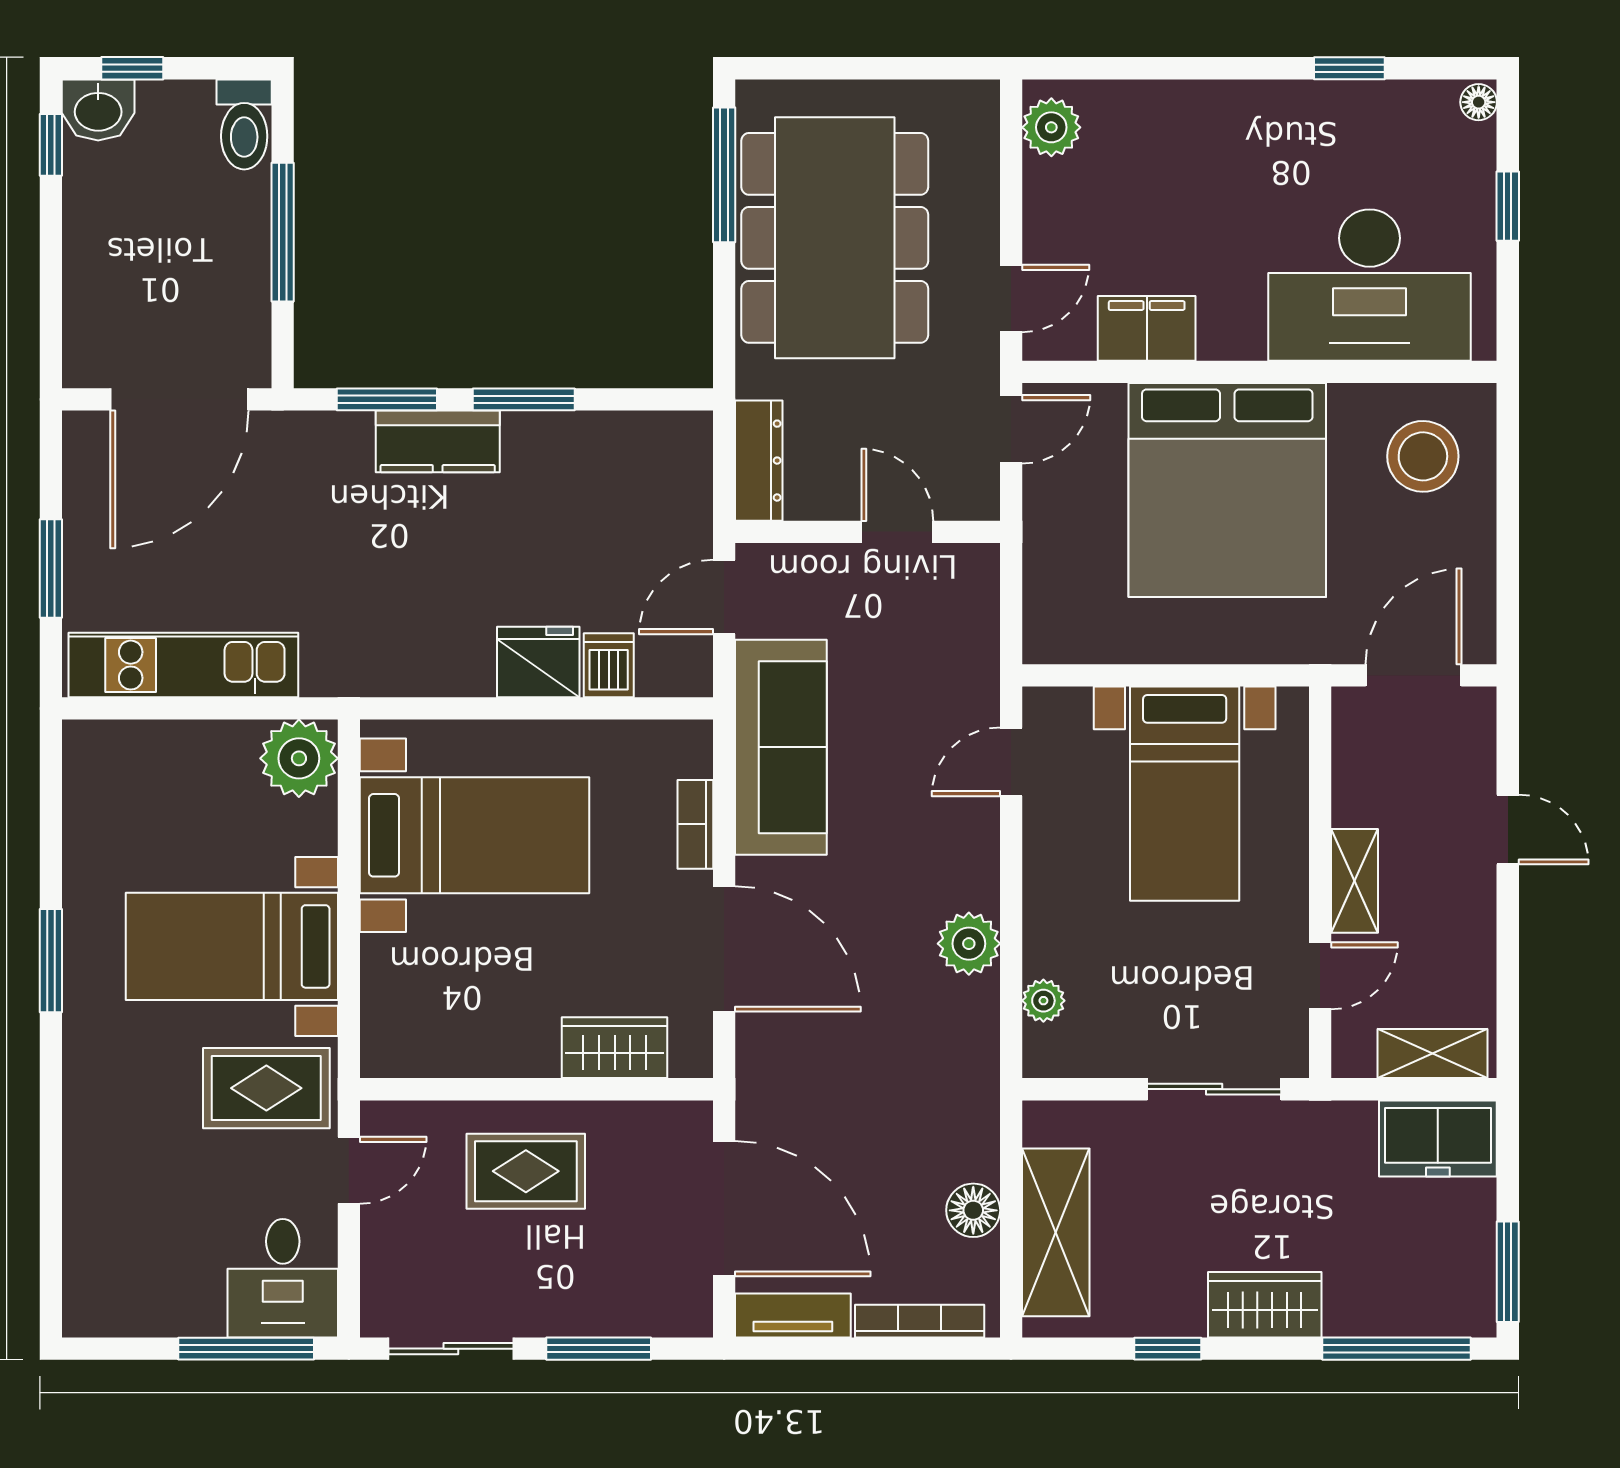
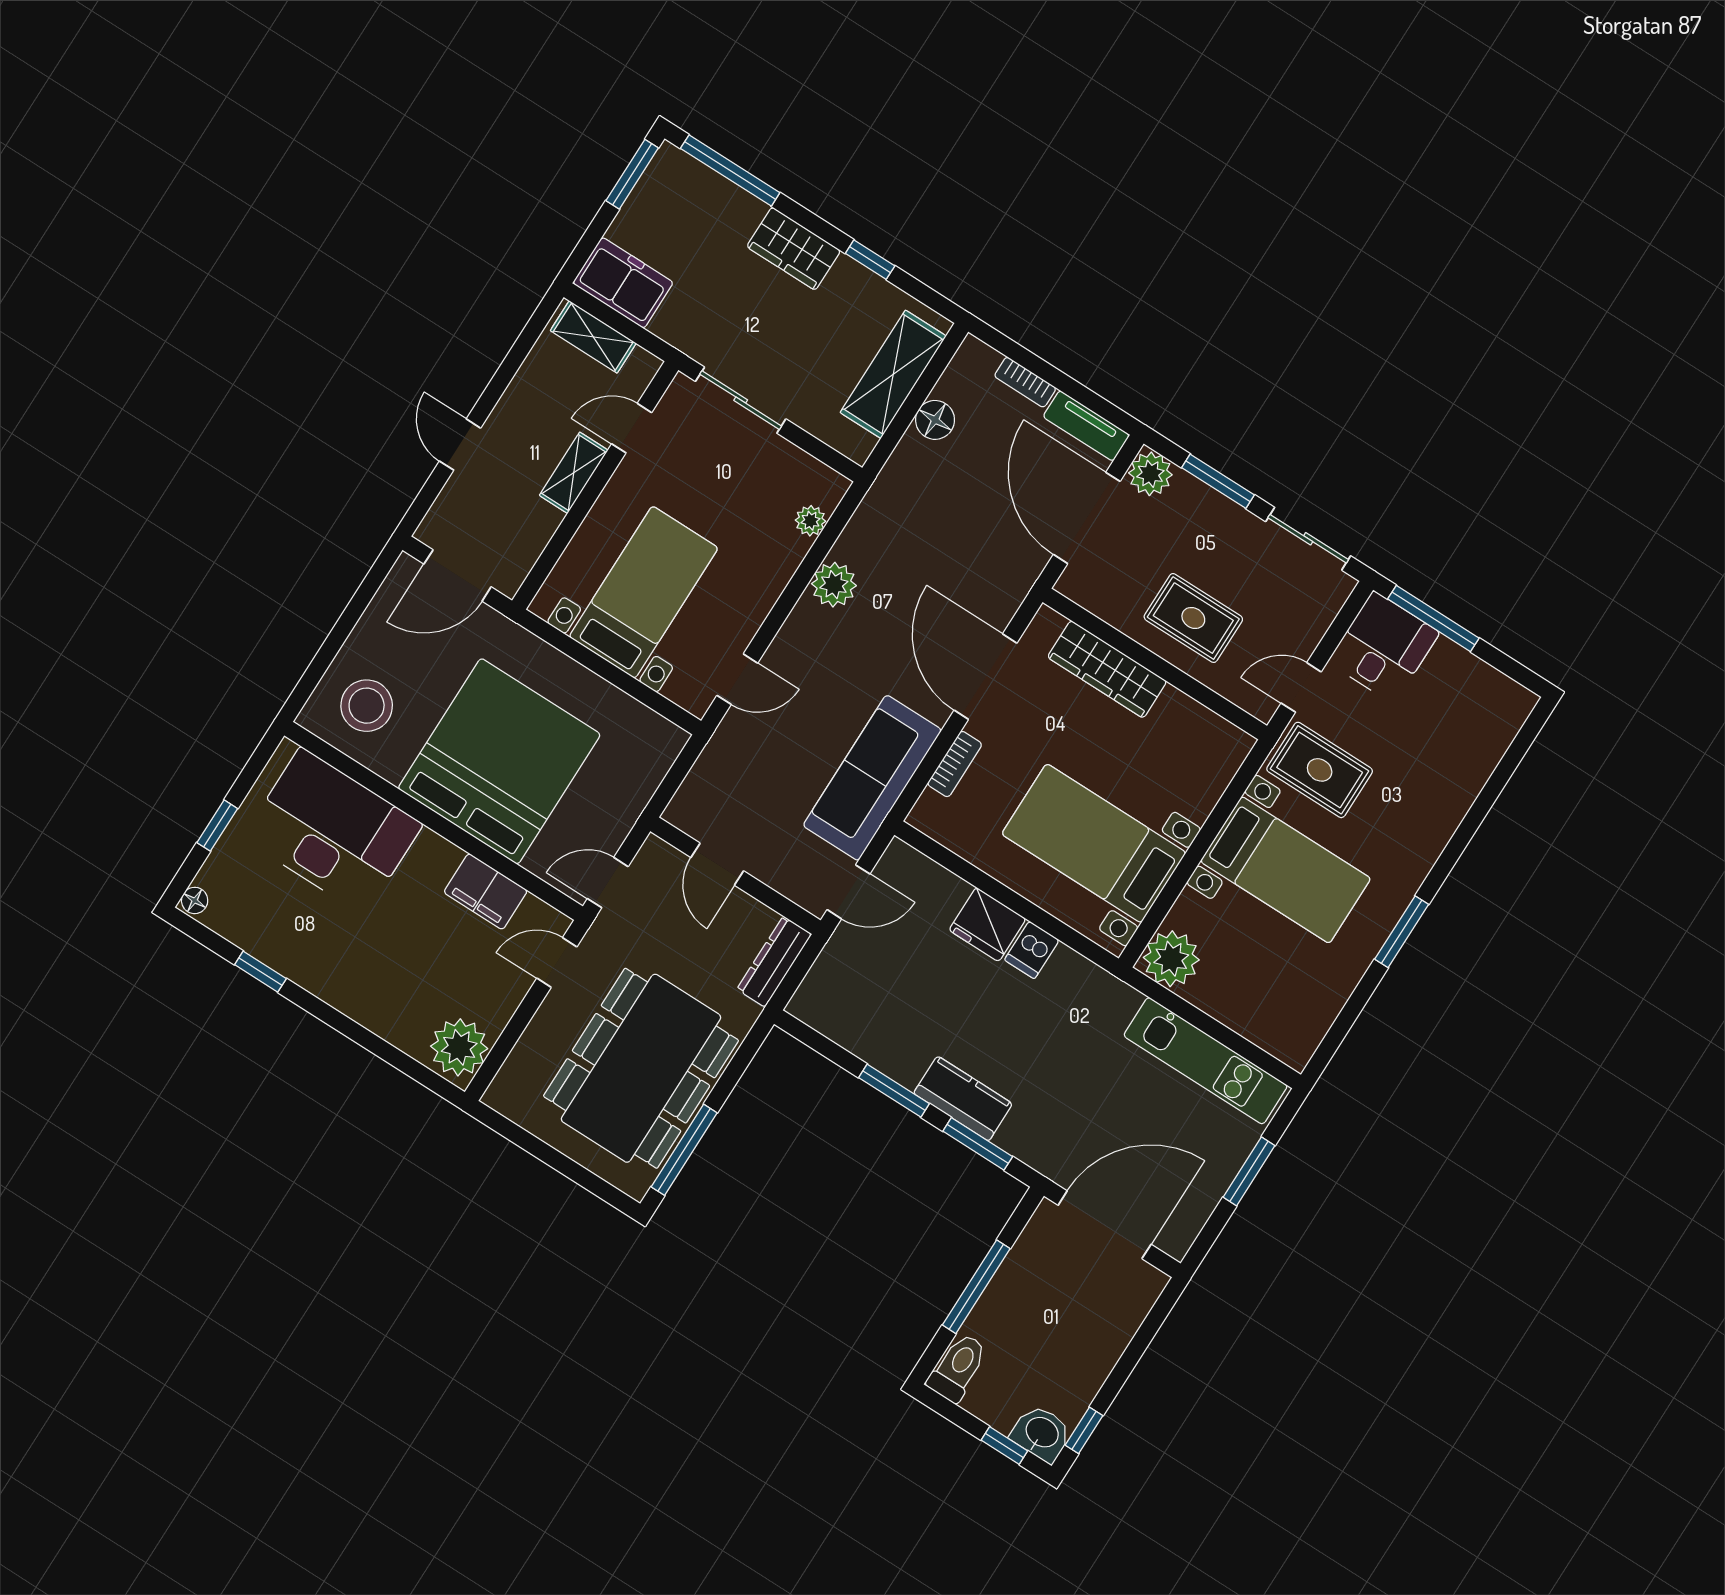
plant: (1051, 127) -> (459, 1047), width x1.36, depth x1.36
dishwasher: (609, 665) -> (1032, 950), moved
wardrobe: (615, 1048) -> (1107, 669), width x1.50
plant: (683, 1307) -> (1150, 474), added
bookcase: (920, 1321) -> (1025, 382), width x0.64

